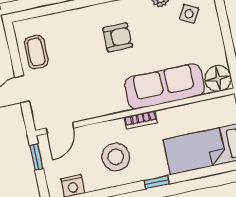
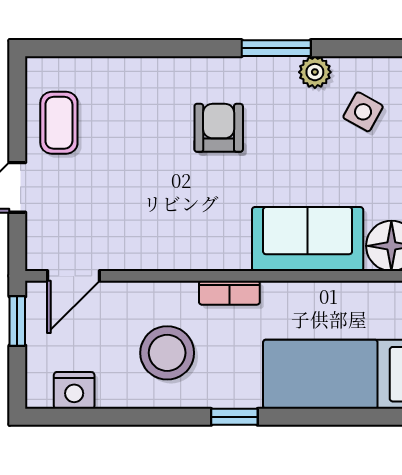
armchair: (118, 37) -> (219, 128), turned -90
sofa: (164, 86) -> (308, 239), width x0.73

